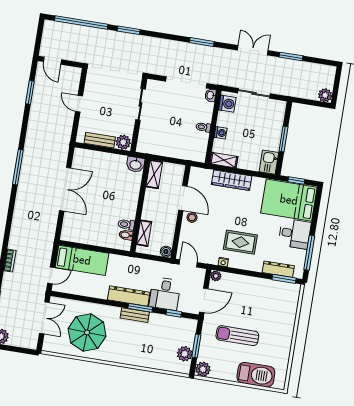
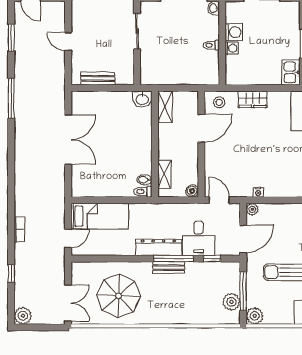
washing machine: (227, 104) -> (234, 32), moved
plant: (123, 142) -> (125, 76), removed
shelving: (224, 160) -> (240, 78), removed
window: (18, 167) -> (11, 98), moved
wardrobe: (232, 180) -> (253, 99), width x0.67
door: (183, 198) -> (201, 128), hinge flipped
stool: (192, 217) -> (219, 102), moved
toilet: (126, 224) -> (143, 192), moved
rug: (240, 242) -> (274, 167), removed
window: (140, 308) -> (174, 259), width x1.44
double door: (44, 318) -> (68, 303), moved
window: (196, 346) -> (243, 291), width x1.44

